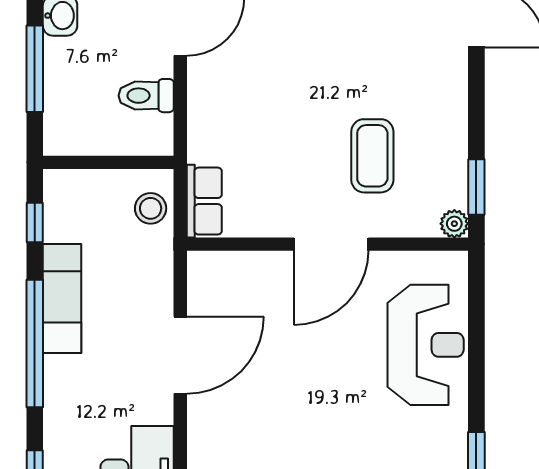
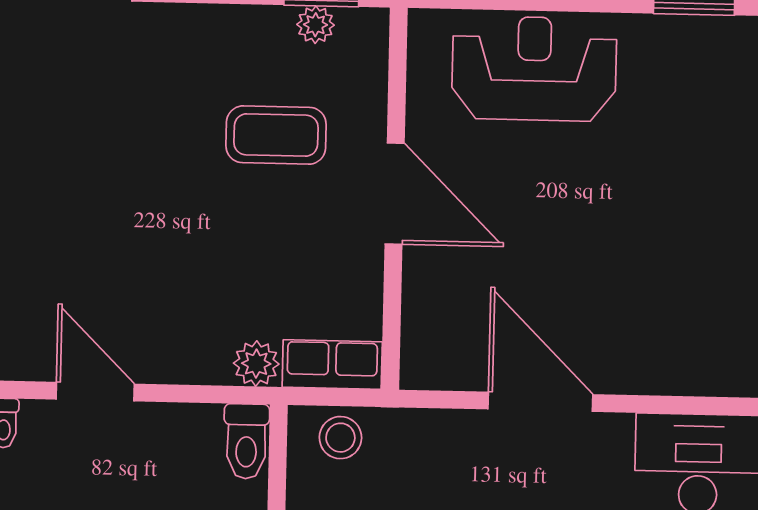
toilet: (146, 96) -> (246, 441), moved
plant: (204, 145) -> (256, 364), added
plant: (454, 224) -> (316, 25), moved

